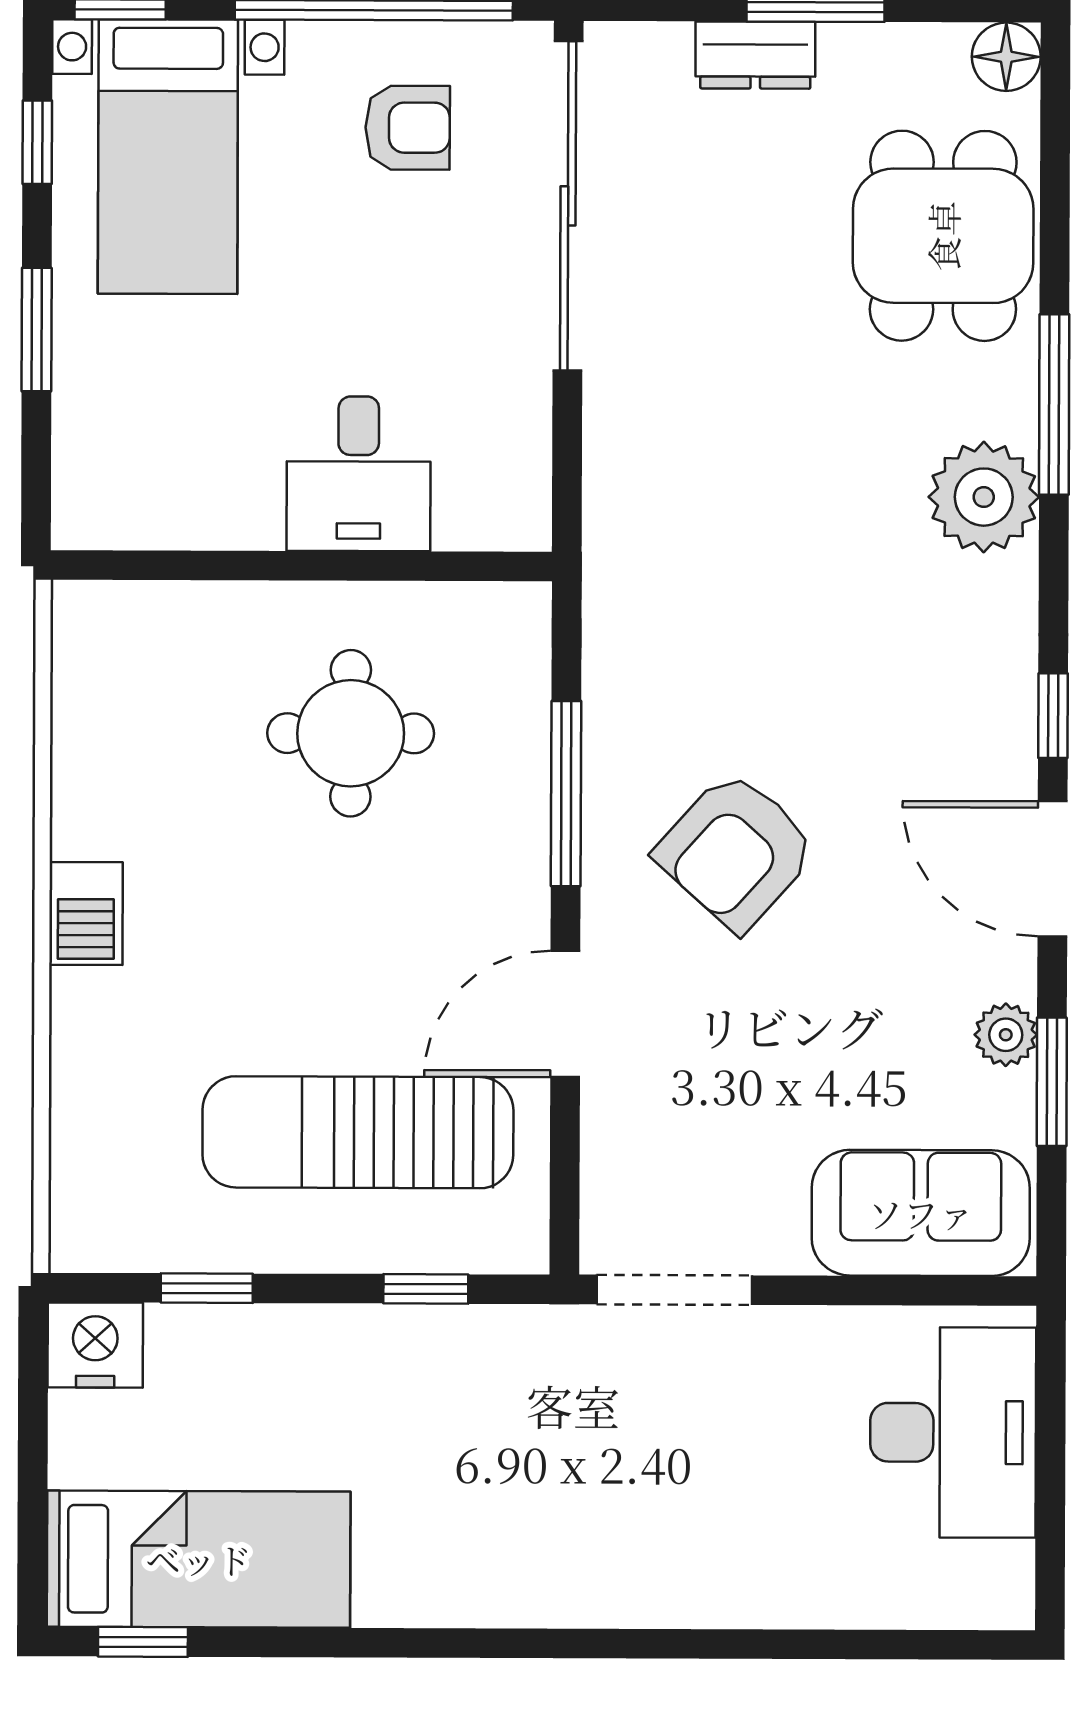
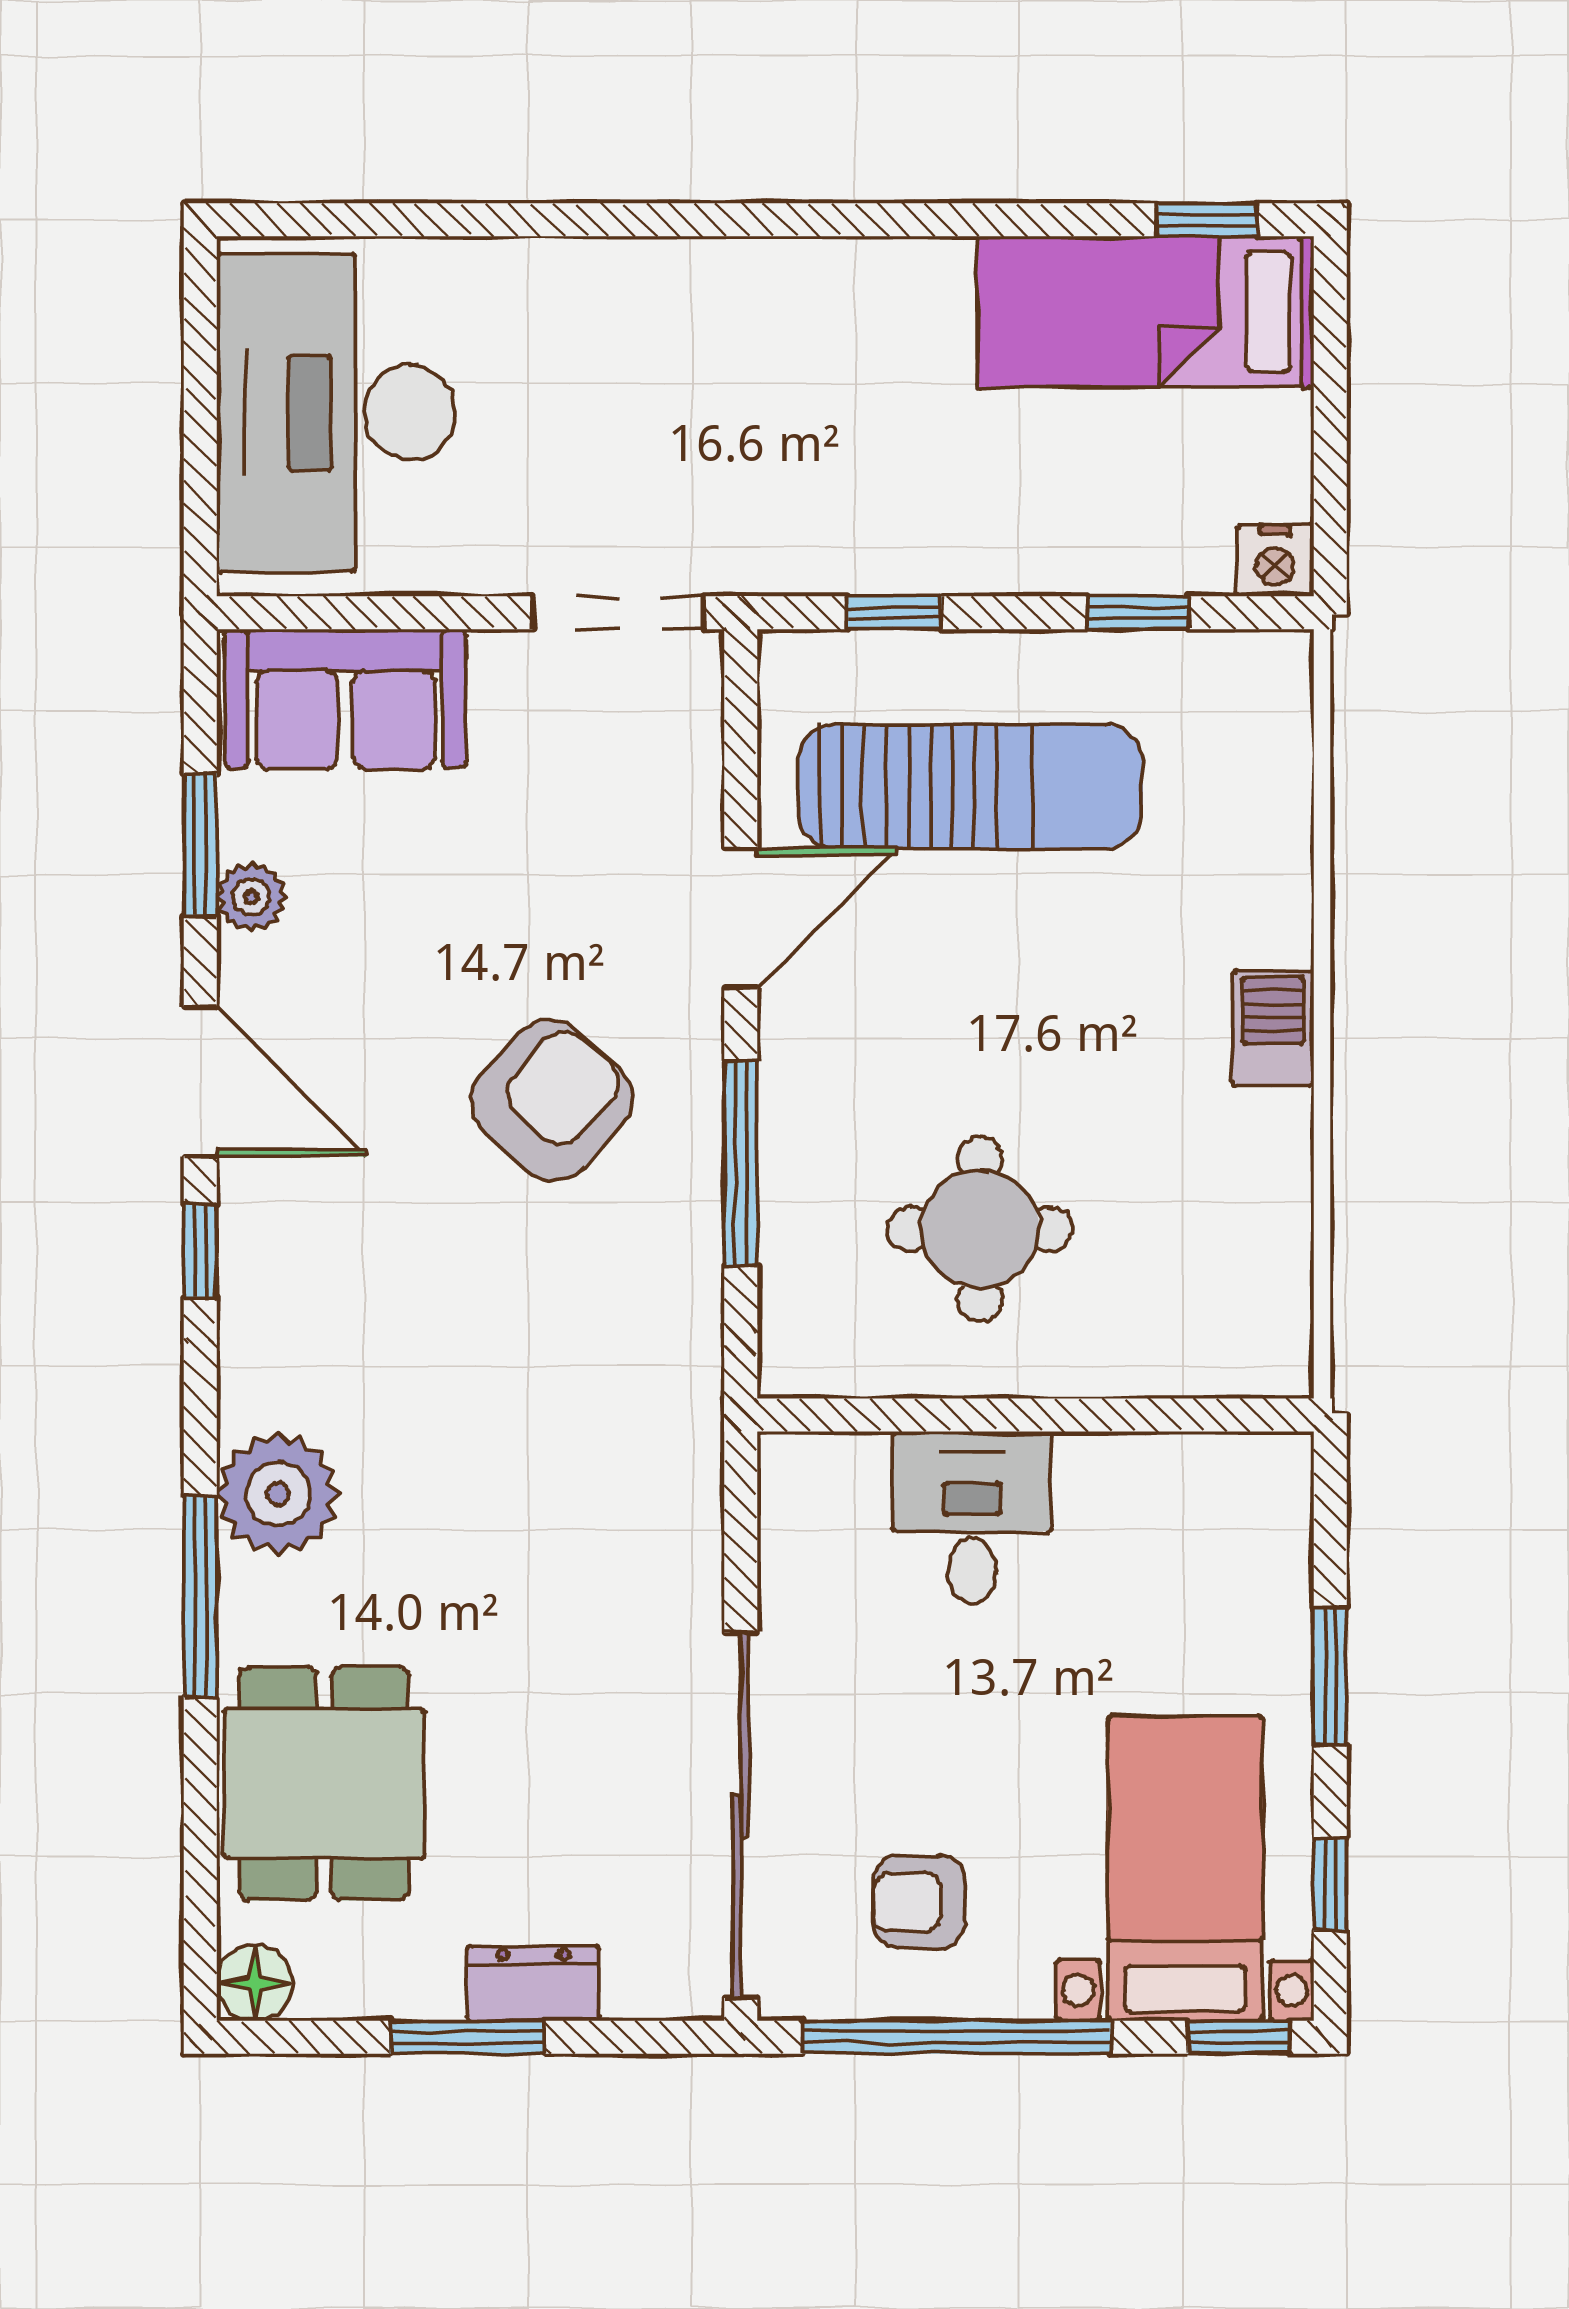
nightstand: (95, 1345) -> (1275, 561), width x0.74, depth x0.75
desk: (953, 1432) -> (336, 413), width x1.36, depth x1.30

